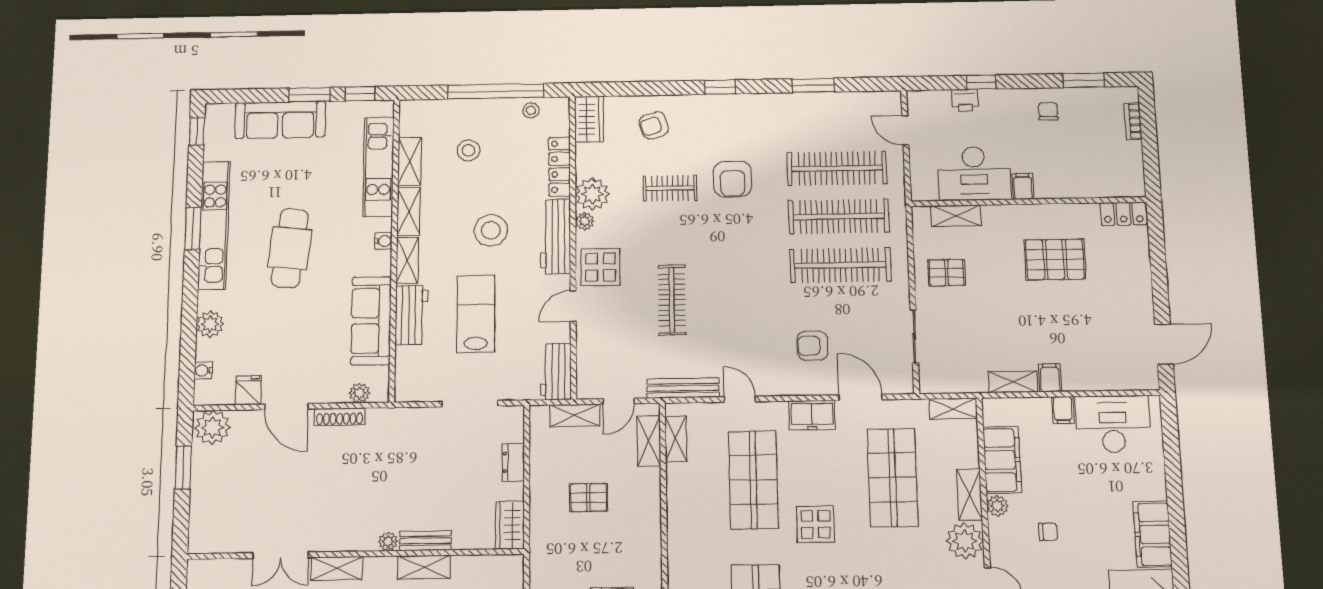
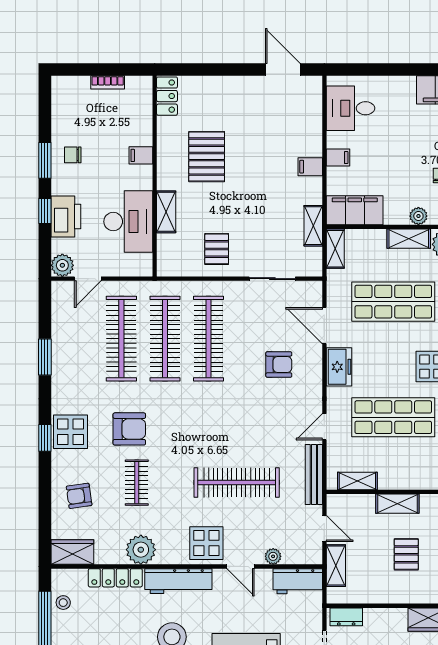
window: (1084, 80) -> (45, 160), moved
printer: (965, 100) -> (66, 216), width x1.87, depth x1.48
plant: (920, 102) -> (62, 265), added
display table: (728, 115) -> (71, 432), added
bookcase: (1133, 121) -> (108, 82), moved
armchair: (654, 125) -> (79, 496), turned 99
filing cabinet: (1023, 186) -> (141, 155), moved
shelving: (956, 216) -> (166, 212), moved
plant: (585, 221) -> (273, 556), moved
clothes rail: (672, 300) -> (237, 483), width x1.37, depth x1.31
armchair: (813, 346) -> (279, 364), turned -90
shelving: (1013, 382) -> (313, 226), moved
door: (861, 397) -> (324, 326), hinge flipped
desk: (1113, 424) -> (351, 108), width x0.73
shelving: (649, 441) -> (397, 504), moved
filing cabinet: (1002, 460) -> (355, 210), moved
dresser: (513, 462) -> (346, 617), moved

